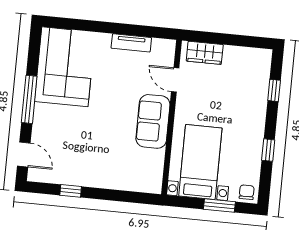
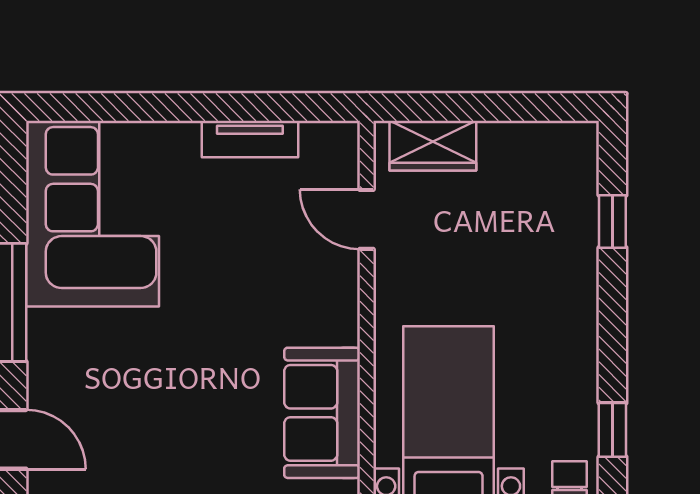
sofa: (153, 121) -> (322, 413), moved
window: (268, 150) -> (612, 430), moved

